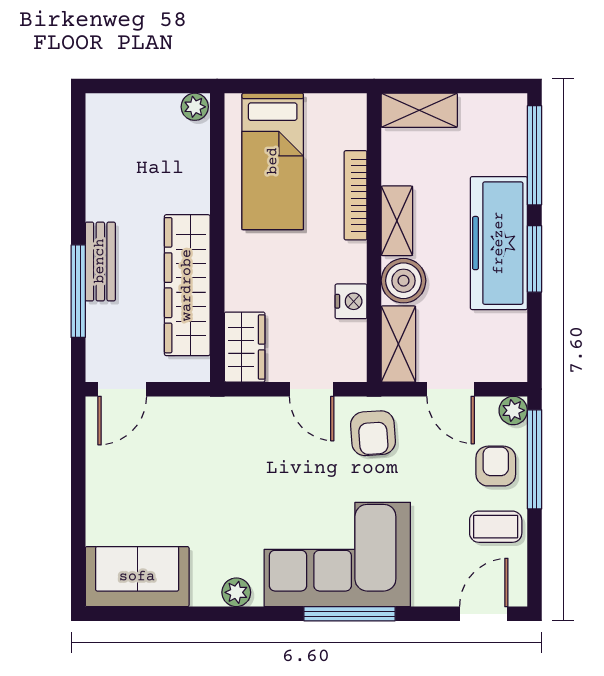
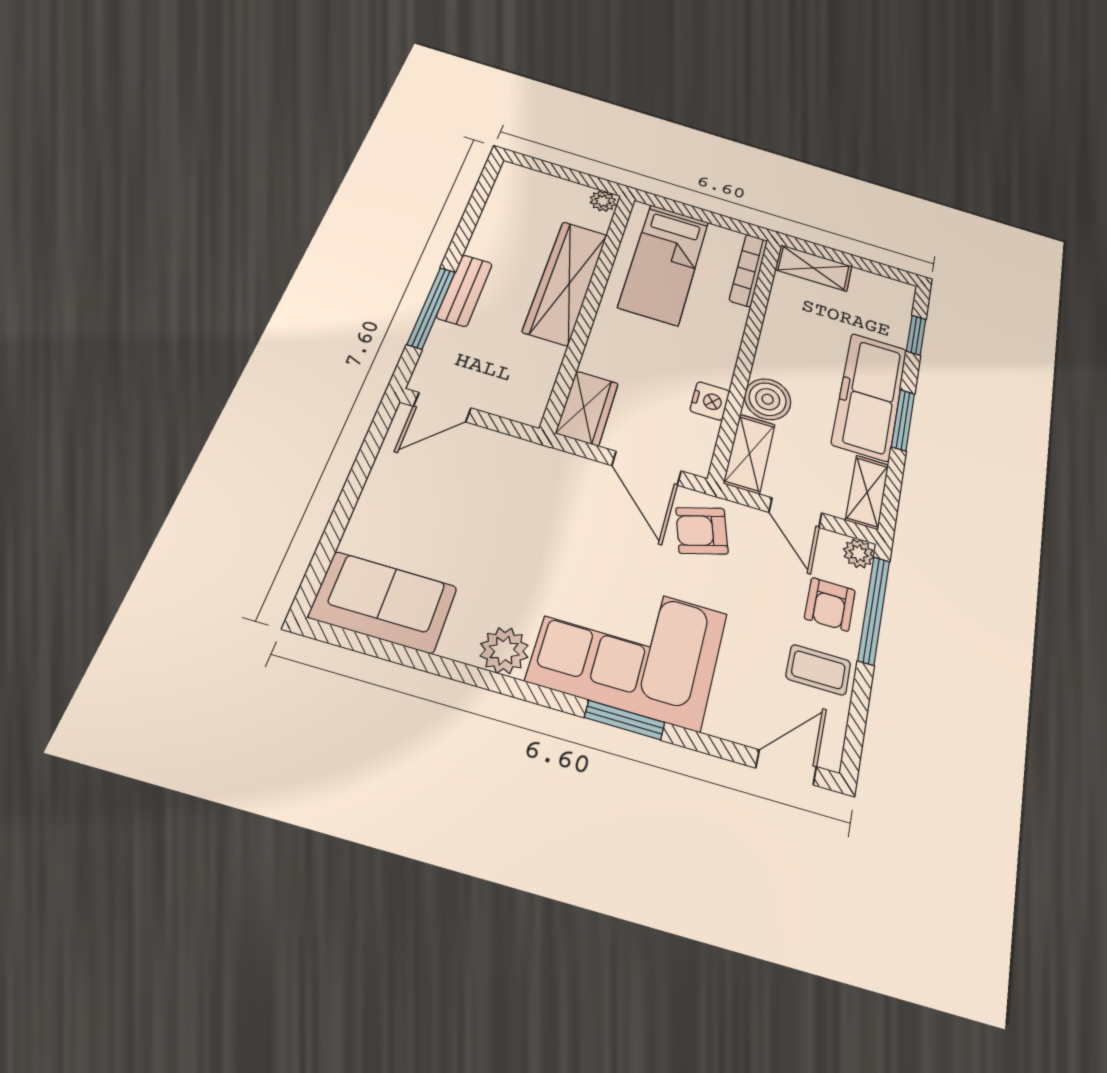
window: (535, 155) -> (916, 335), width x0.46
bookcase: (356, 195) -> (748, 270), moved
shelving: (397, 221) -> (867, 492), moved
wardrobe: (187, 285) -> (566, 282), moved
door: (312, 389) -> (647, 468), width x1.37
armchair: (373, 433) -> (702, 531), turned 77
armchair: (496, 466) -> (830, 604), turned 180
plant: (236, 592) -> (504, 651), width x1.38, depth x1.38
window: (349, 614) -> (625, 720), width x0.69

